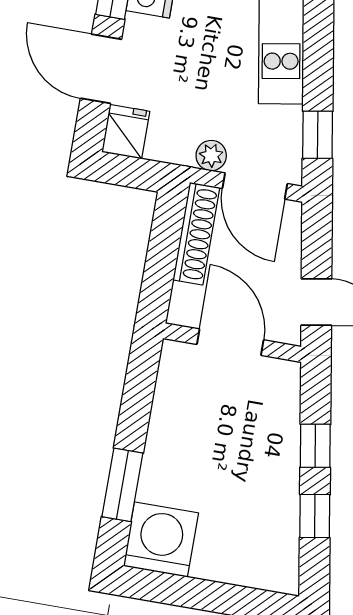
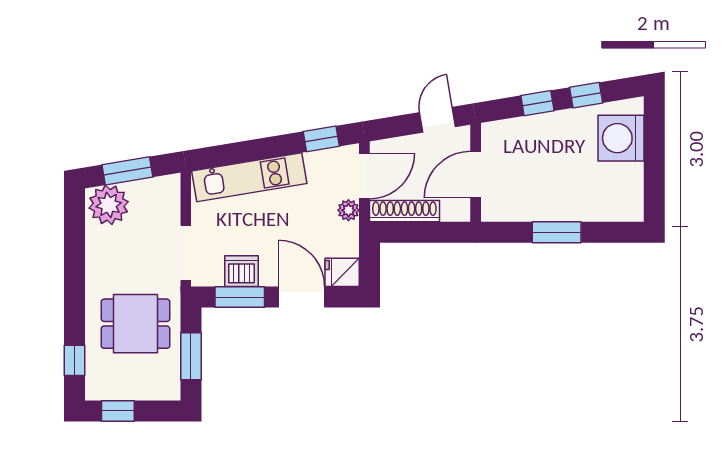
door: (101, 69) -> (301, 297), swing flipped
window: (122, 485) -> (557, 232), moved
washing machine: (161, 540) -> (621, 138), moved

